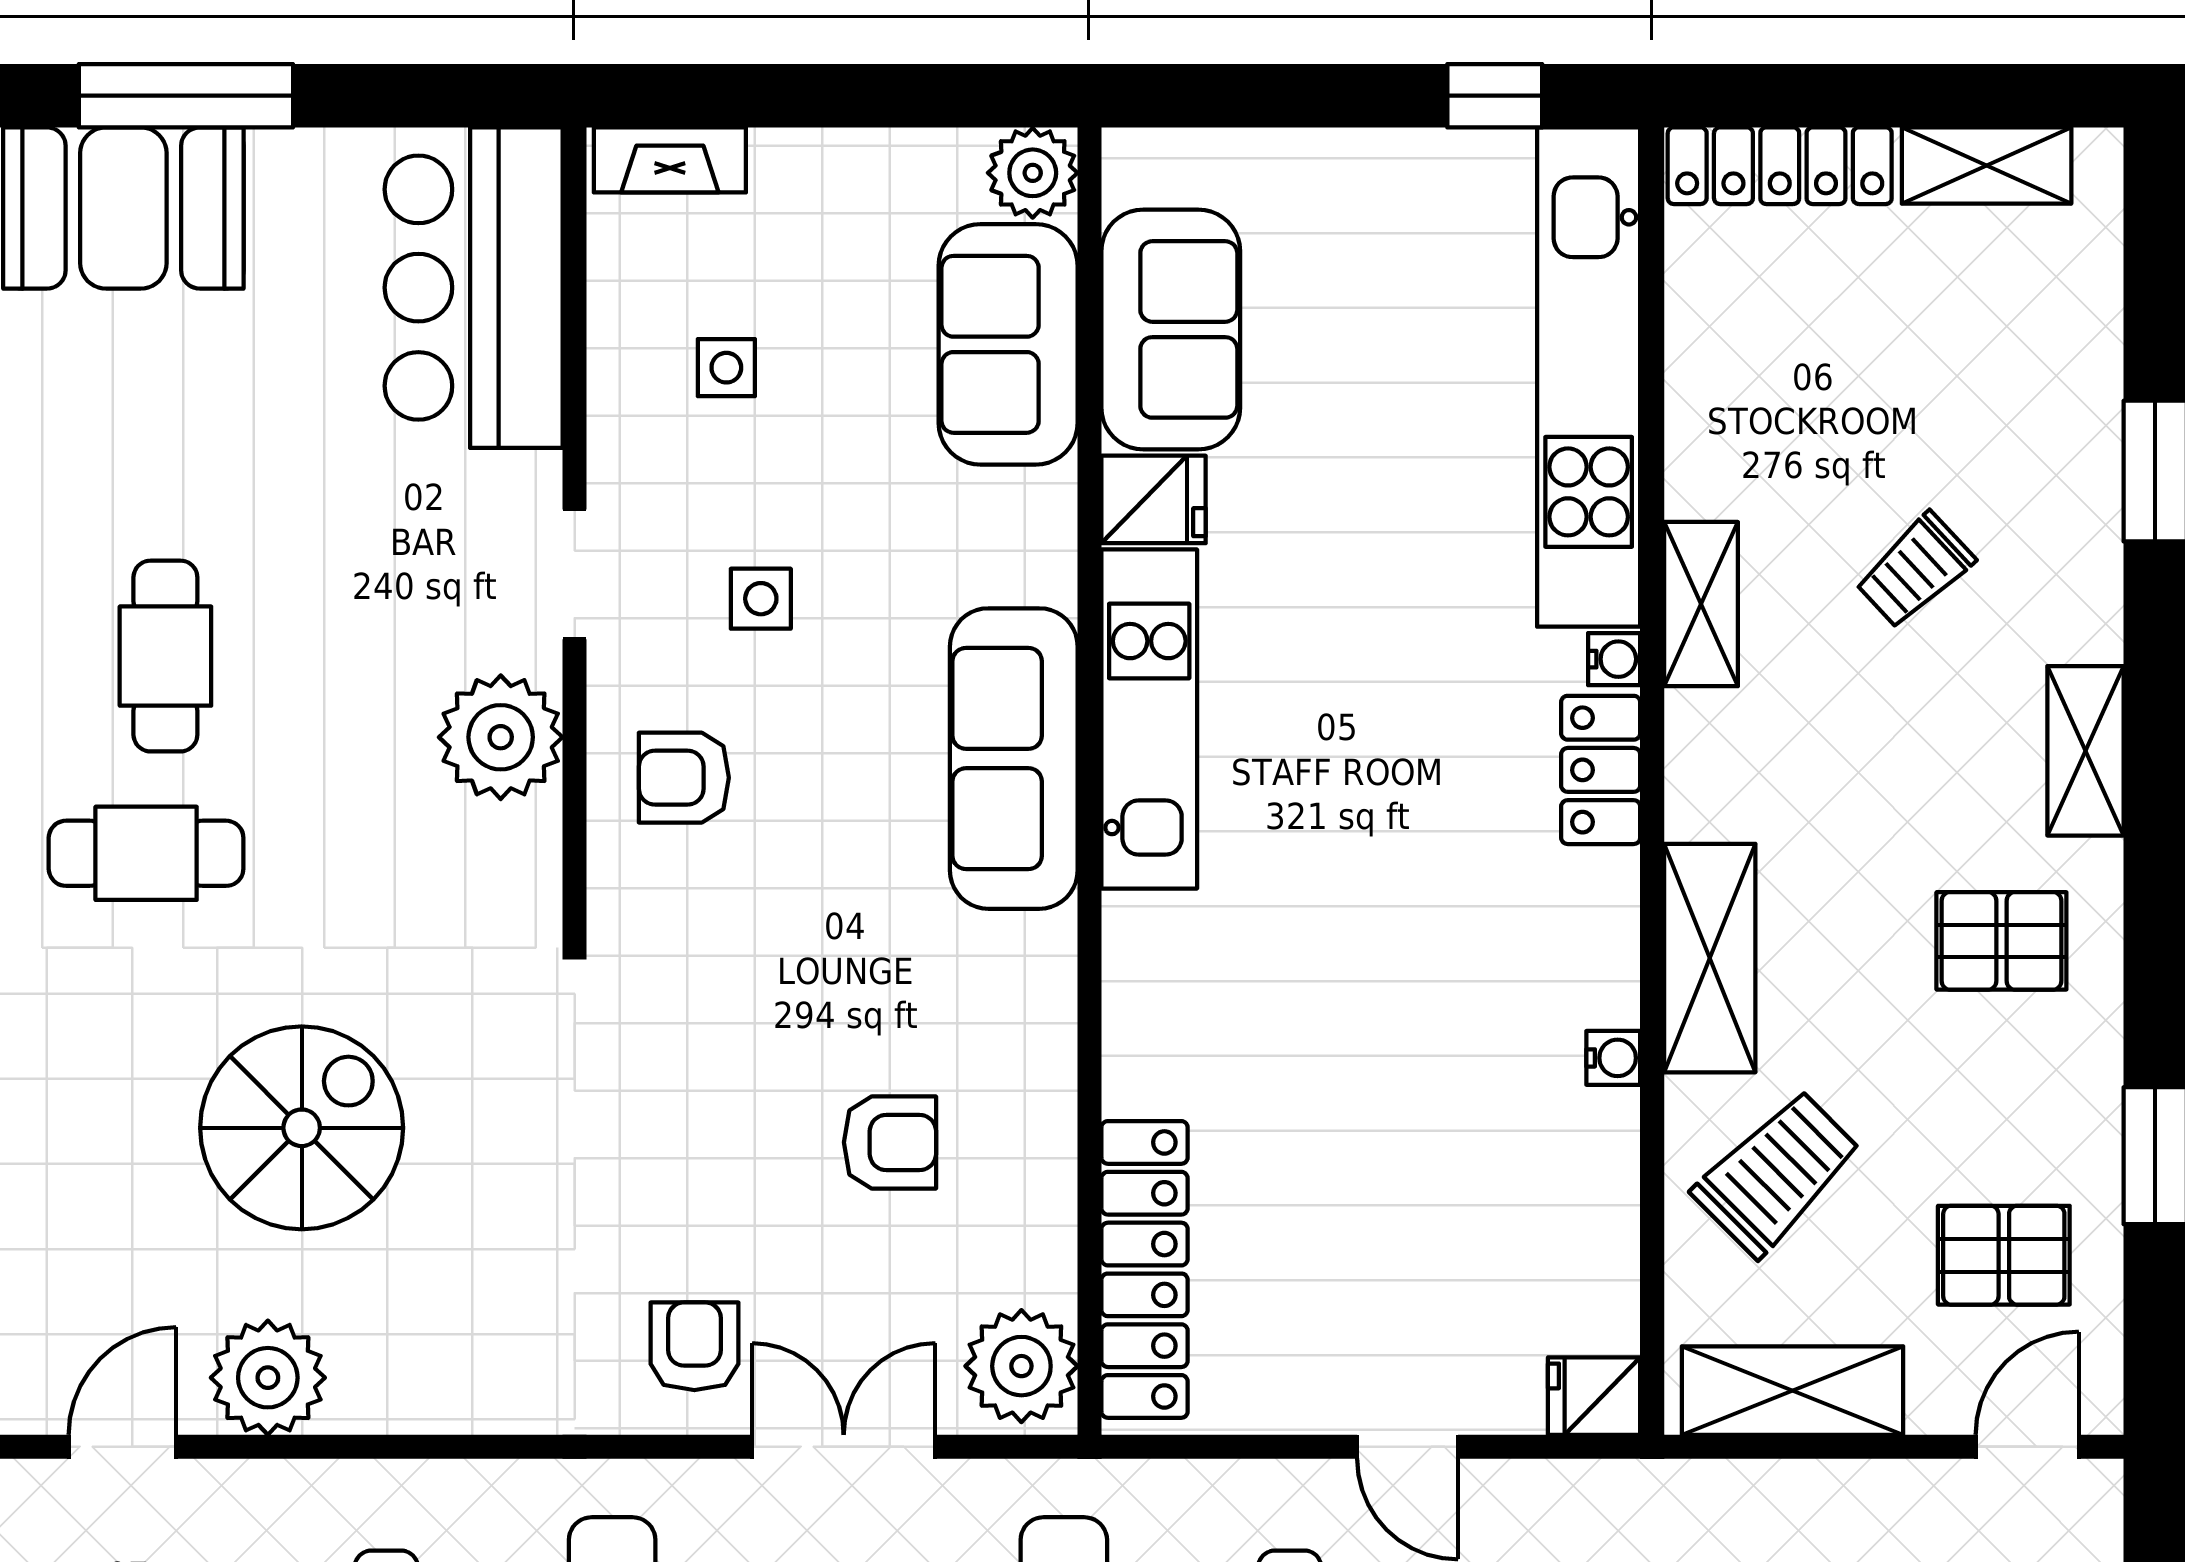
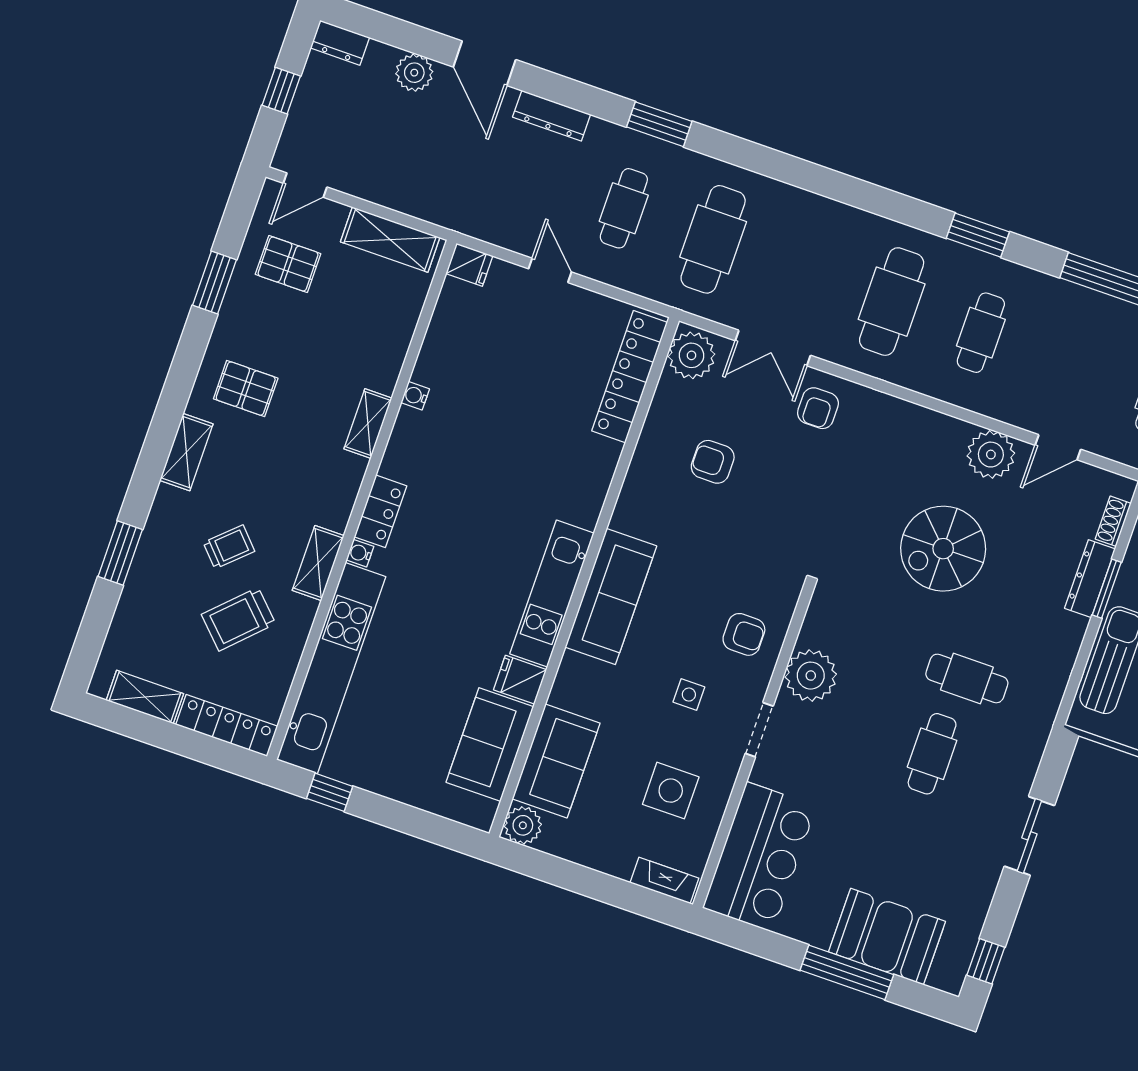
side table: (726, 368) -> (671, 791), width x1.87, depth x1.87
shelving: (1710, 958) -> (368, 423), width x0.67, depth x0.75
trolley: (1777, 1173) -> (238, 619), moved

